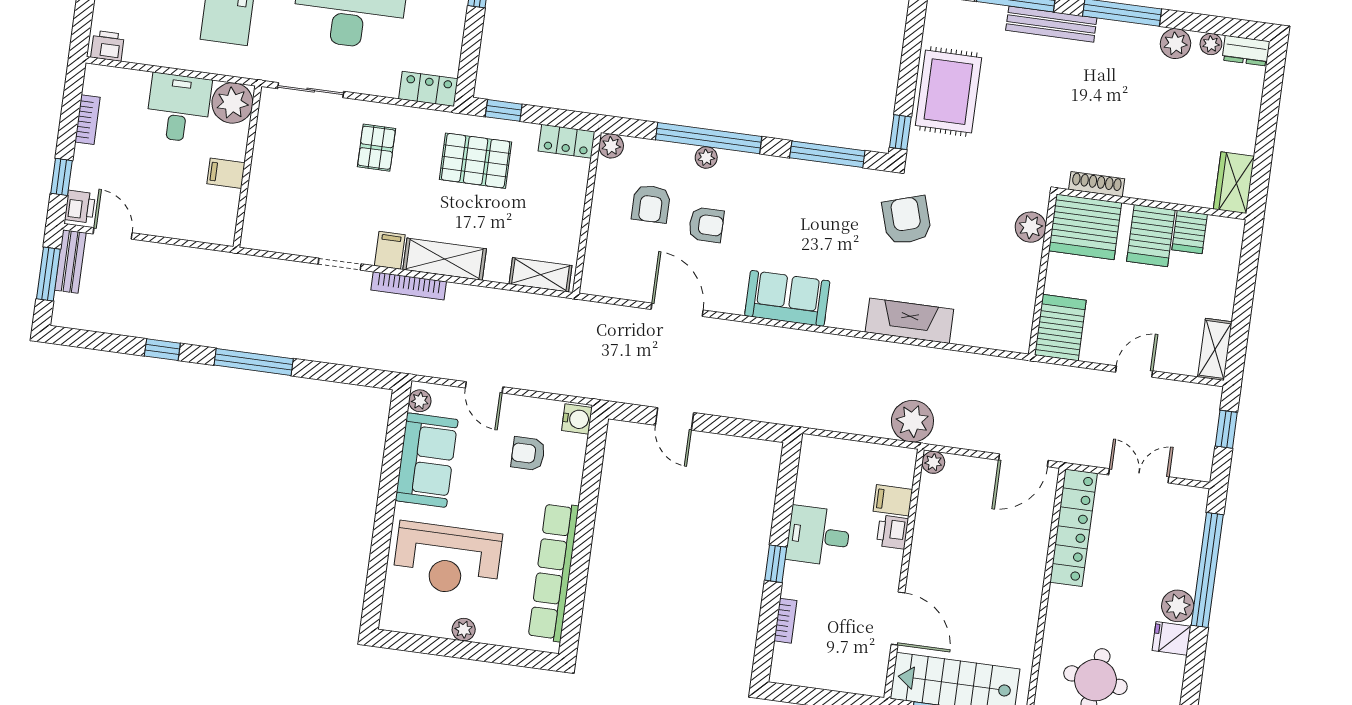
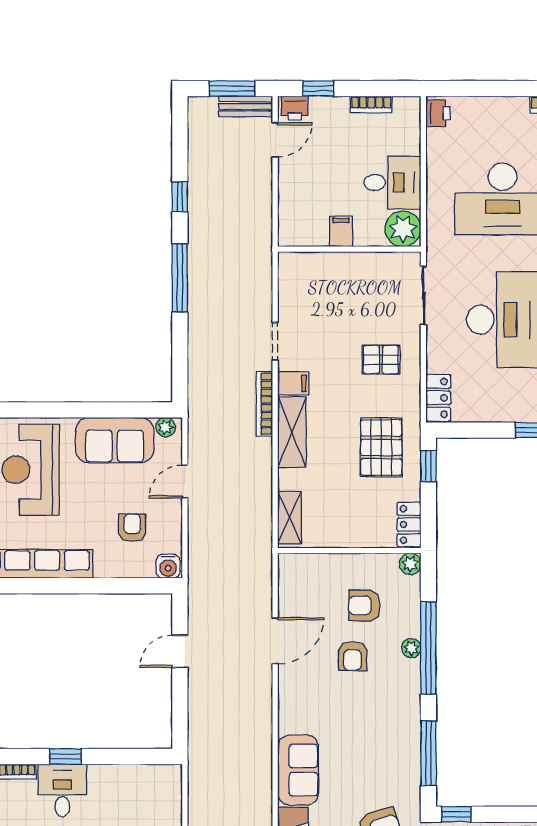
sofa: (787, 298) -> (298, 770), moved
desk: (818, 536) -> (62, 790), moved

